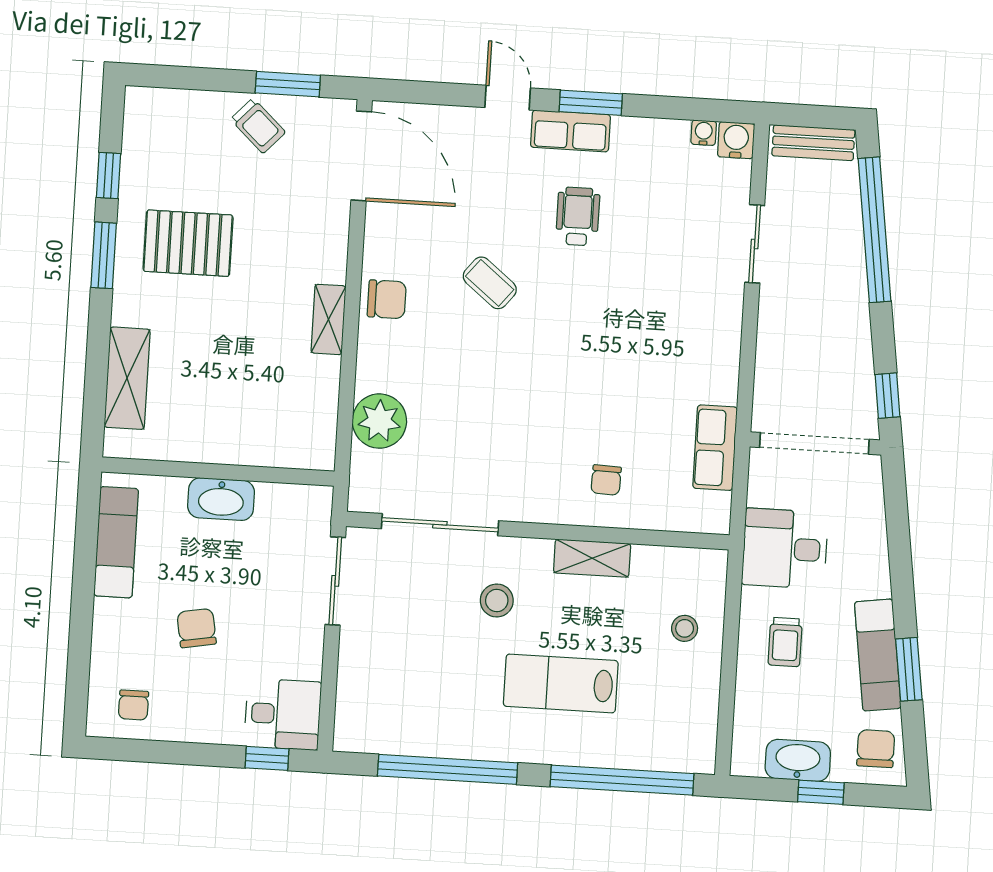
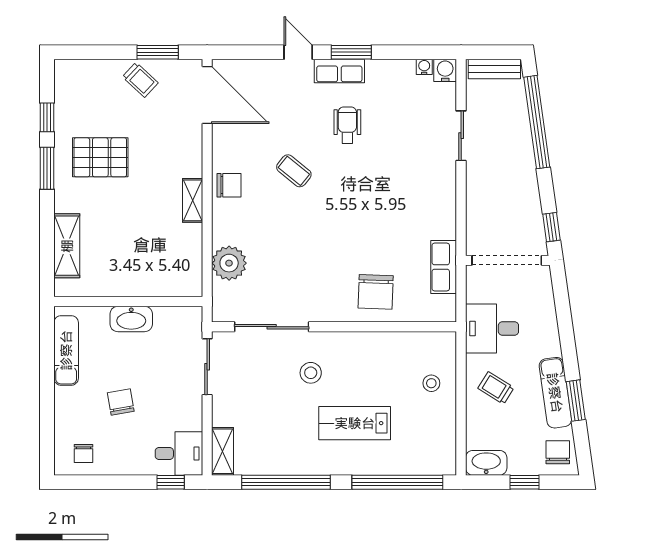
chair: (606, 480) -> (376, 292), width x1.87, depth x1.87
shelving: (592, 558) -> (223, 451), moved, turned 90
trolley: (785, 642) -> (496, 388), turned 122
washbasin: (798, 760) -> (486, 463), moved

